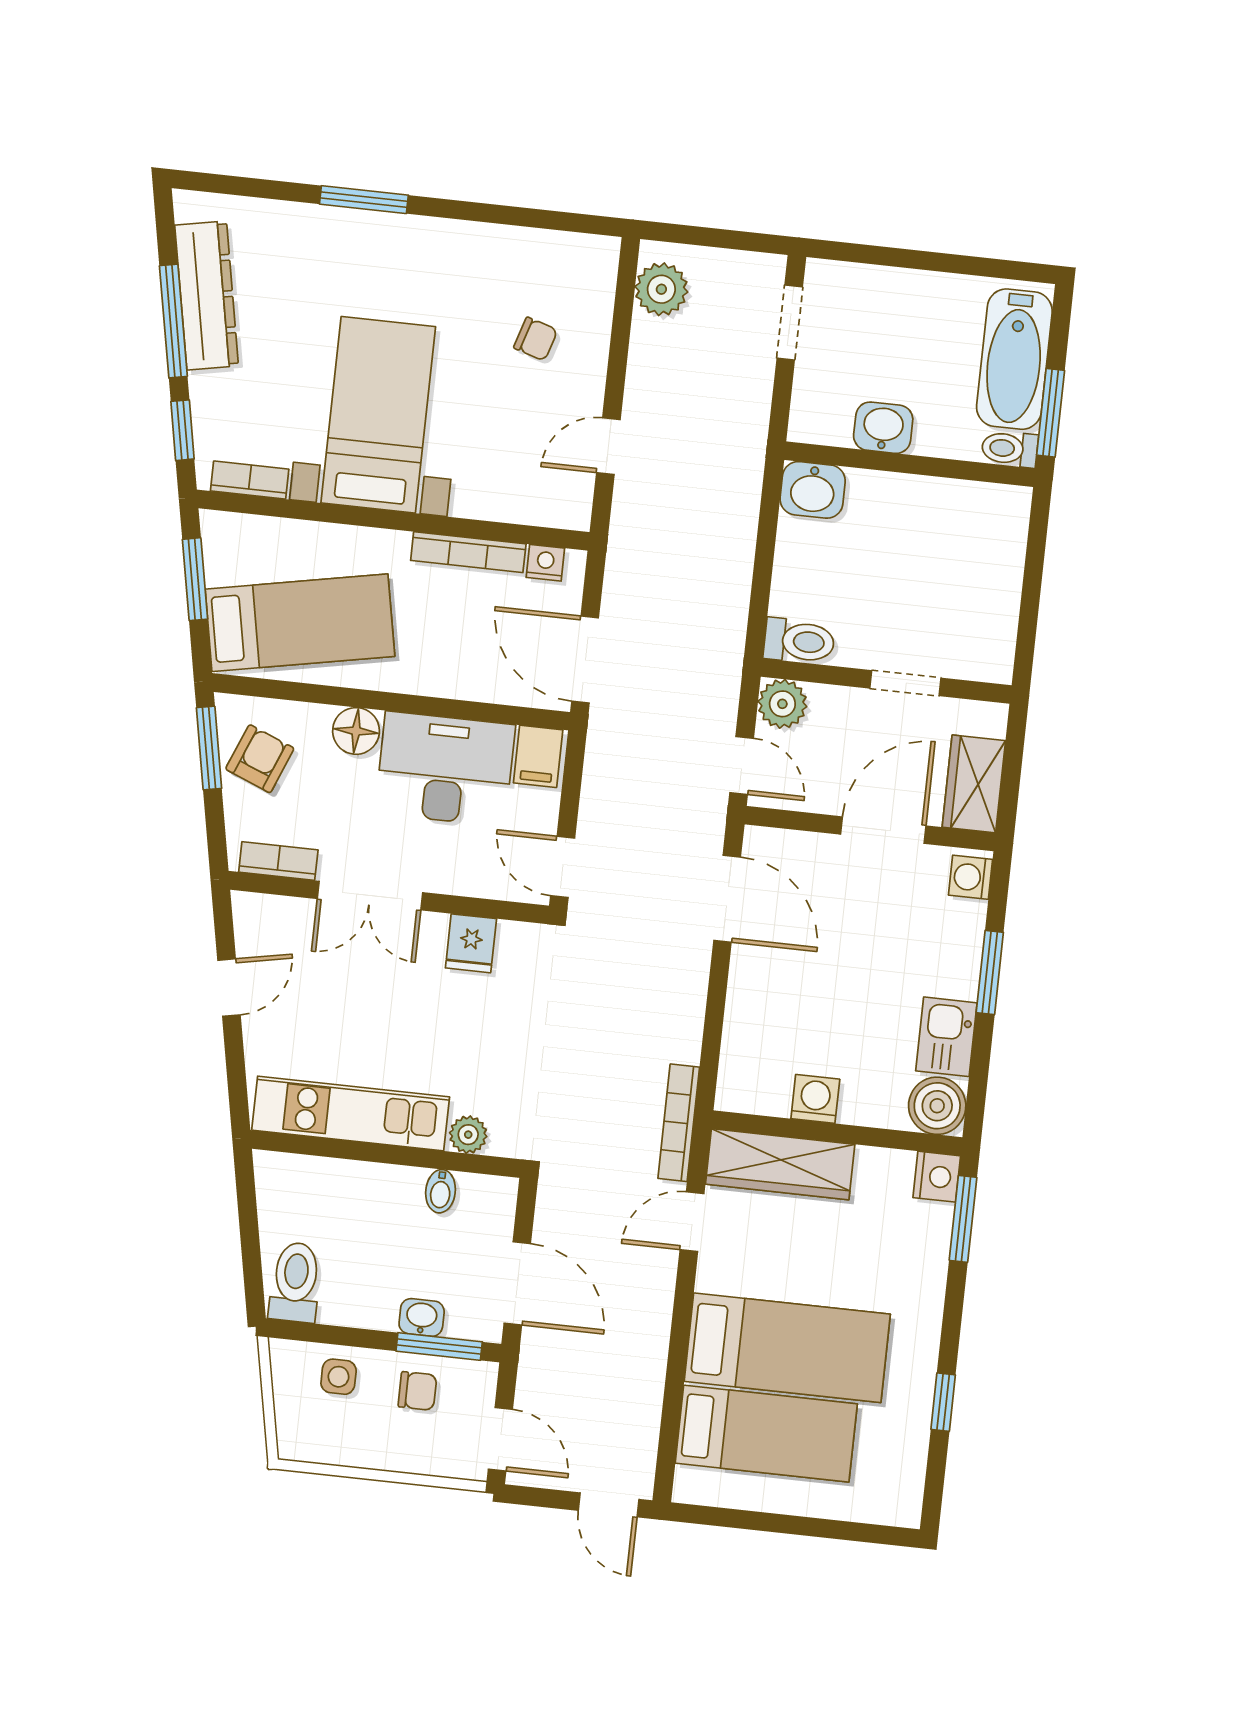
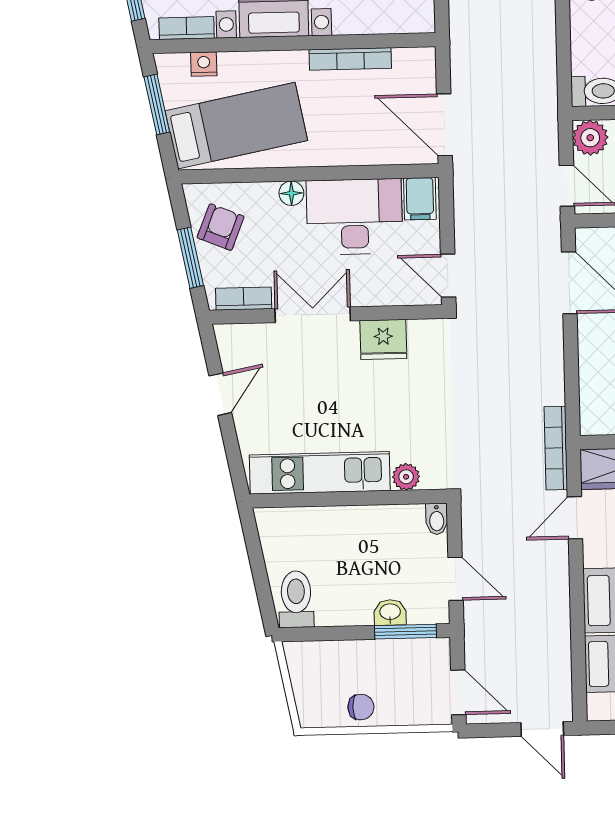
nightstand: (545, 563) -> (204, 64), moved
floor lamp: (356, 731) -> (291, 193), width x0.73, depth x0.73
window: (209, 748) -> (190, 258), moved
double door: (370, 896) -> (313, 315), swing flipped
fridge: (471, 943) -> (383, 339), width x1.38
bidet: (441, 1191) -> (437, 519), moved
door: (517, 1283) -> (456, 579), width x0.73
side table: (339, 1377) -> (336, 663), removed
chair: (417, 1391) -> (361, 707), moved

